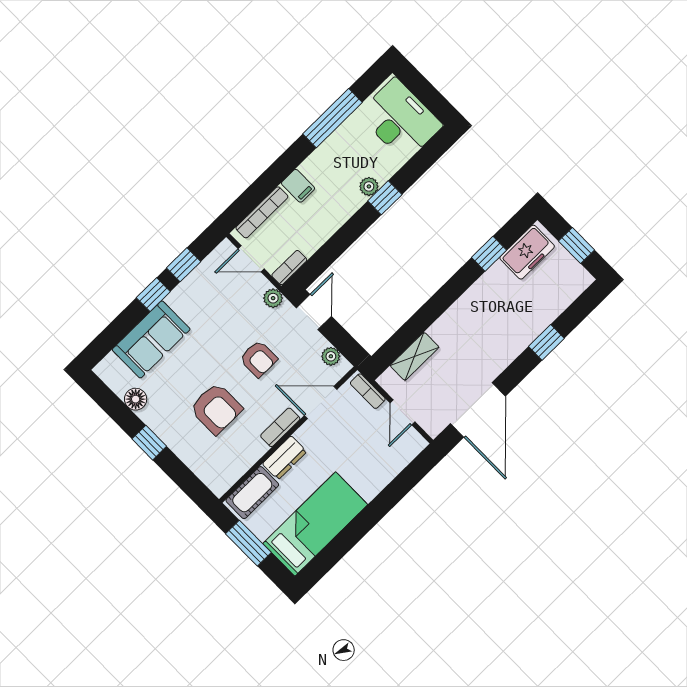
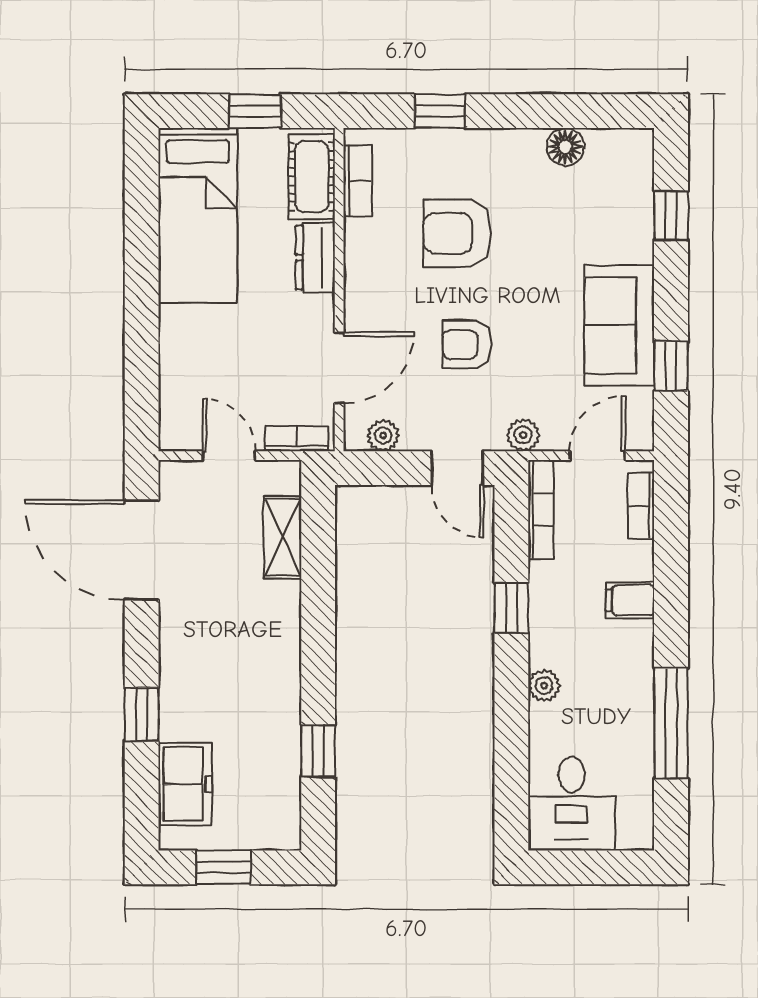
desk: (400, 120) -> (572, 804), width x0.73
window: (385, 198) -> (511, 608), moved
bookcase: (262, 212) -> (641, 506), width x0.64
freezer: (527, 252) -> (185, 784), moved, turned 180
bookcase: (289, 268) -> (541, 509), width x1.56
window: (153, 295) -> (671, 215), moved
sofa: (151, 339) -> (619, 325), moved
bookcase: (280, 427) -> (357, 181), moved
window: (149, 443) -> (440, 111), moved
window: (248, 543) -> (255, 111), width x0.67

